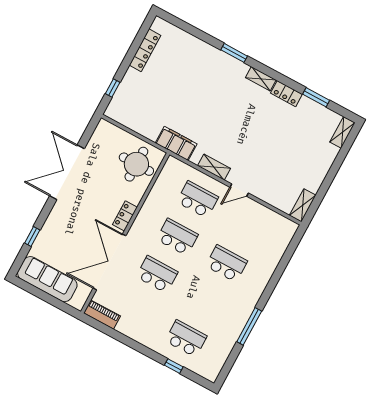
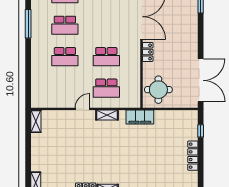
locker: (145, 50) -> (193, 156), moved
double door: (67, 172) -> (201, 80), moved
school desk: (157, 274) -> (65, 25), moved

